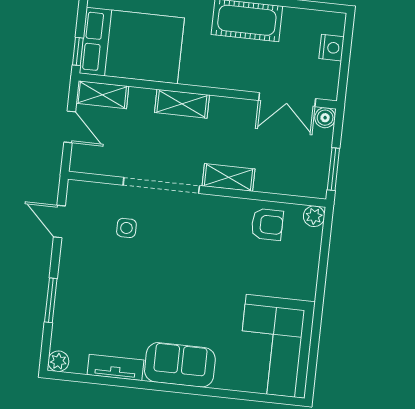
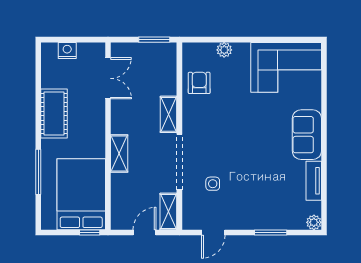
shelving: (102, 95) -> (168, 211), moved
boiler: (325, 118) -> (118, 50), removed
plant: (314, 216) -> (224, 50), moved

